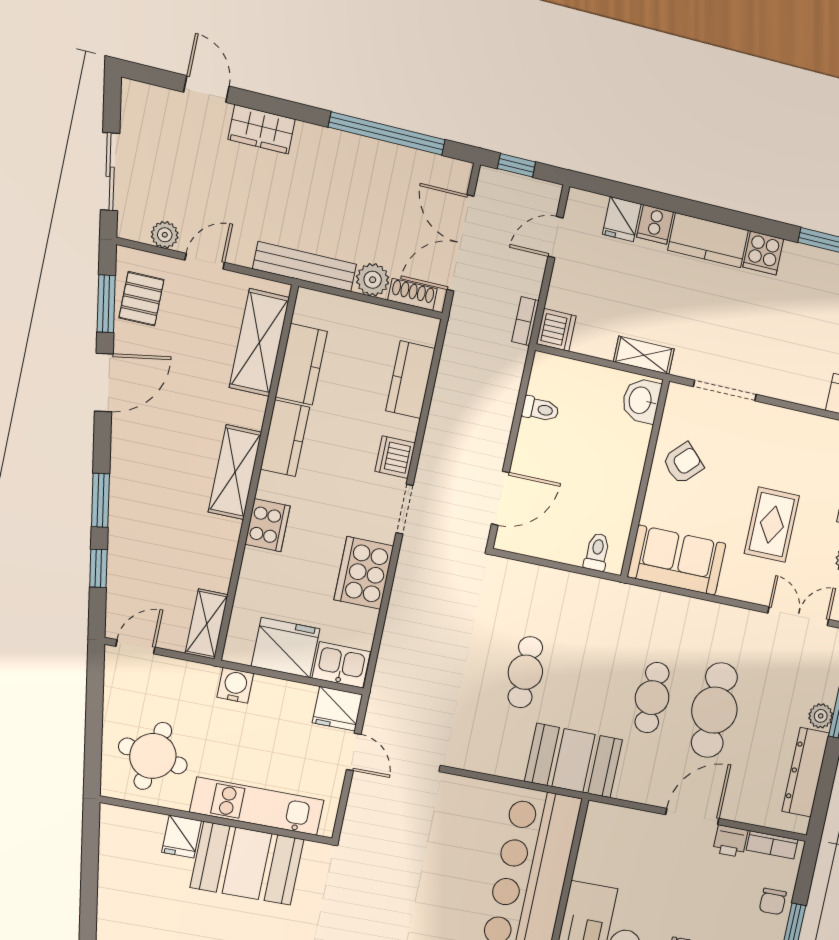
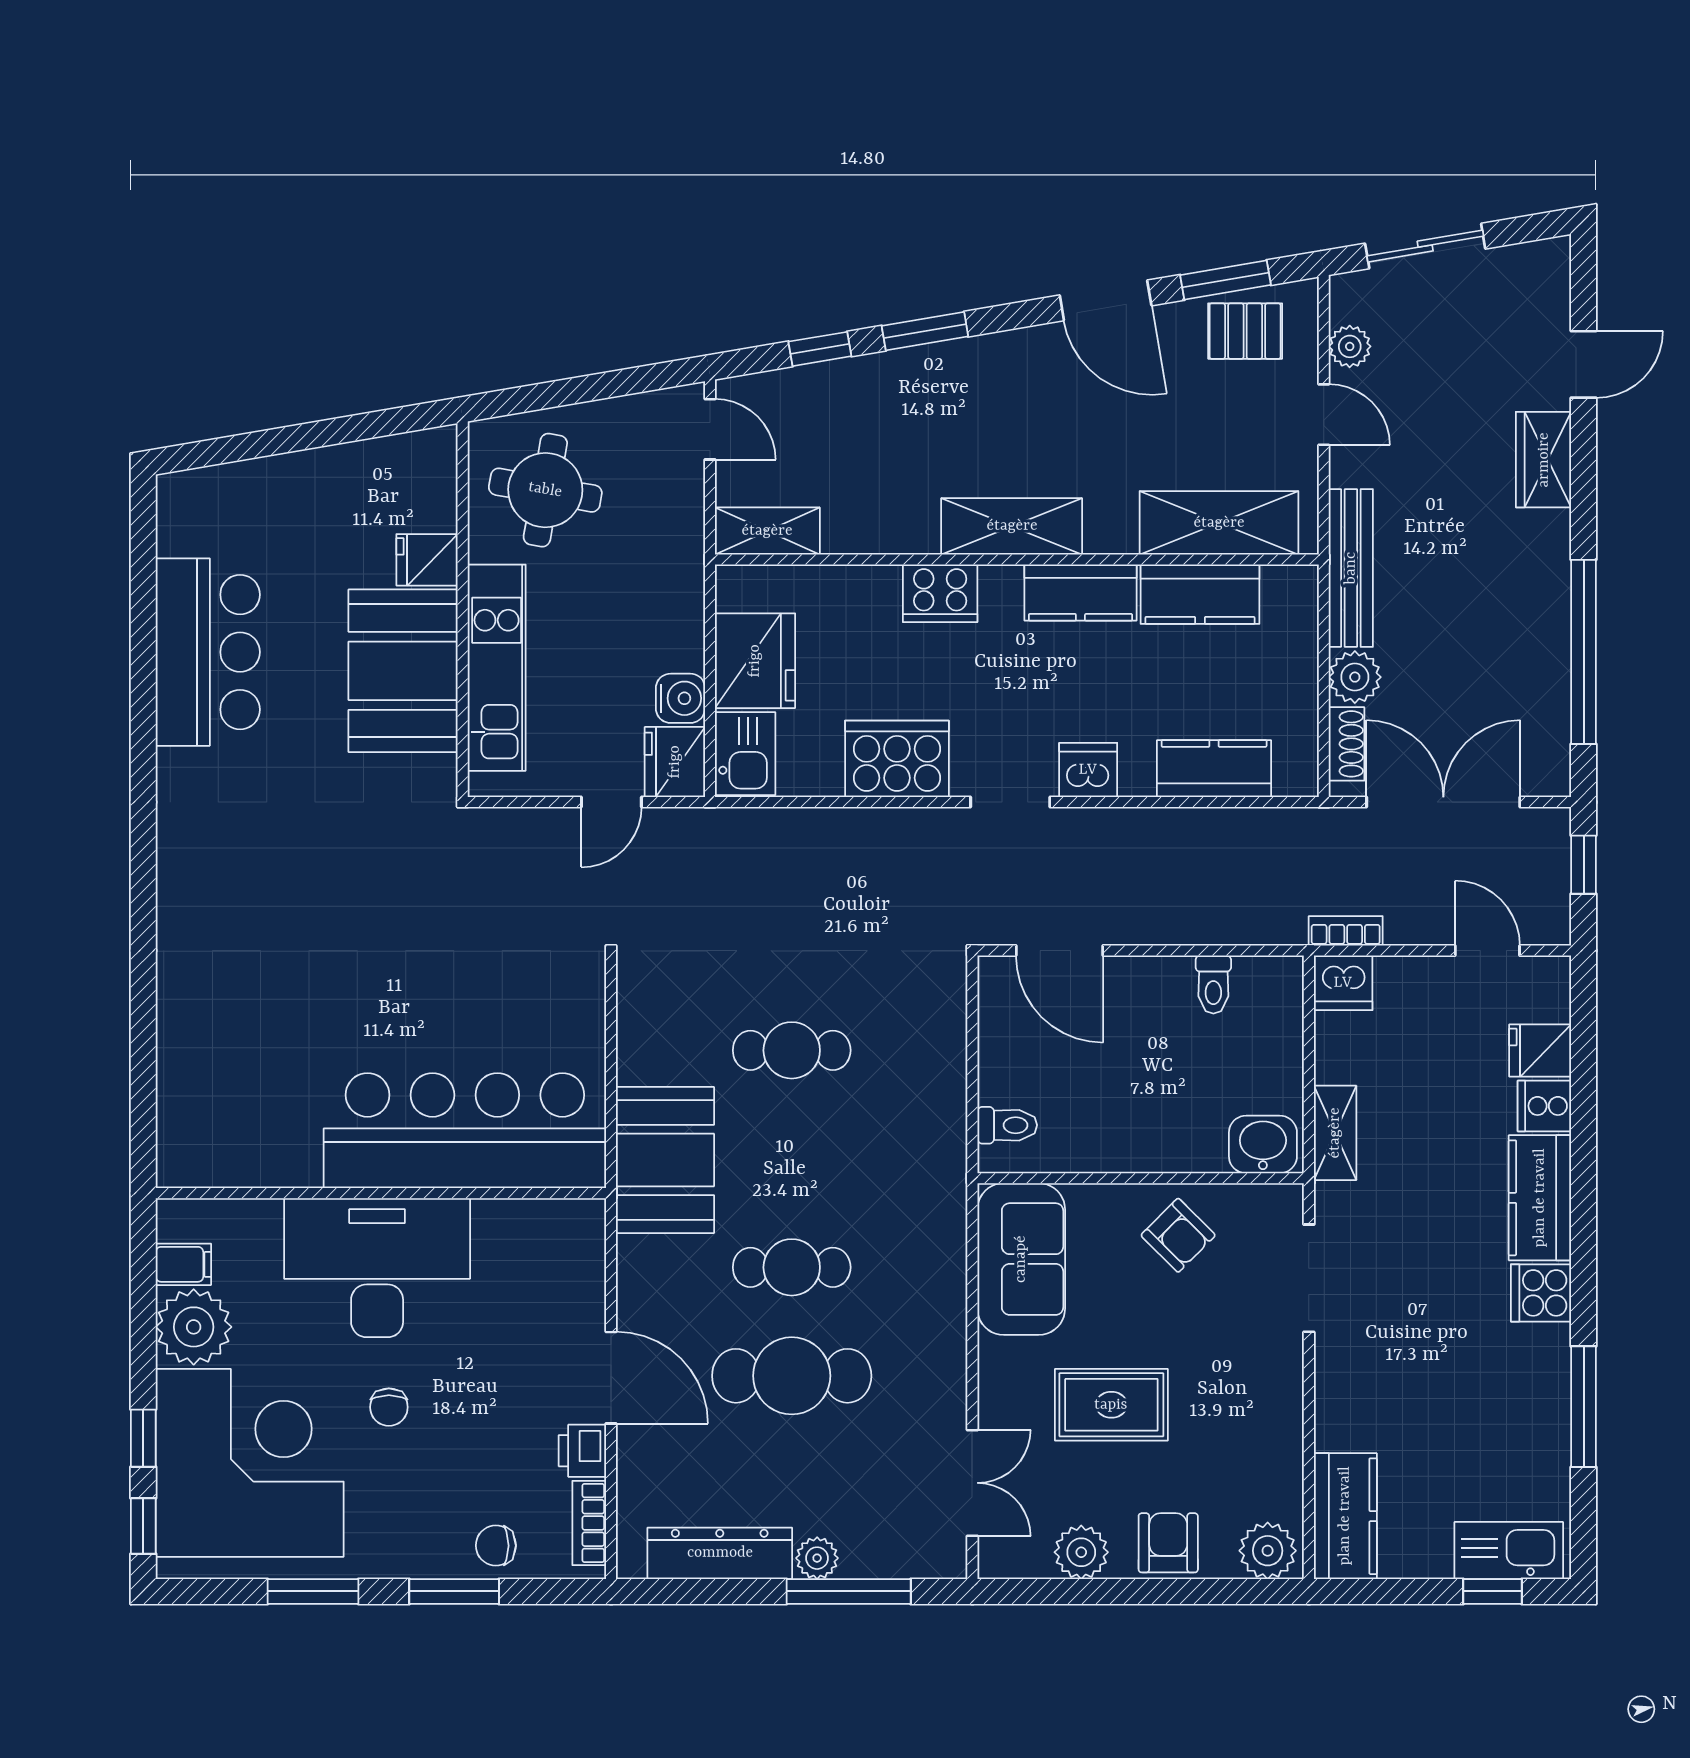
water cooler: (235, 685) -> (680, 698), moved

